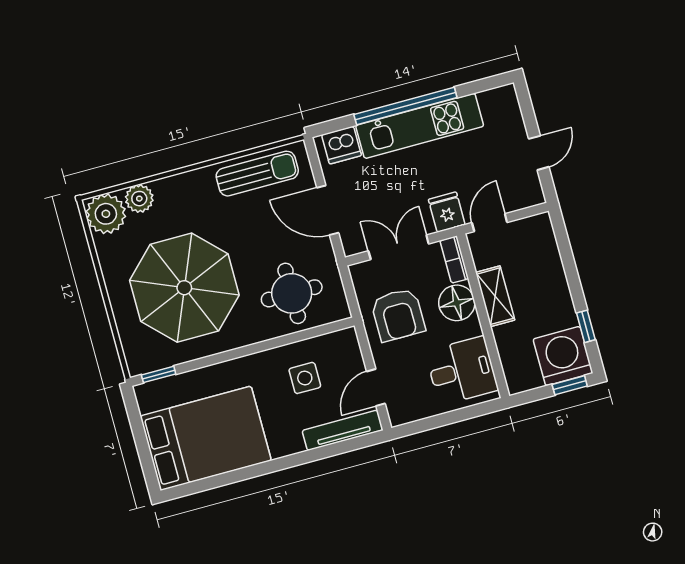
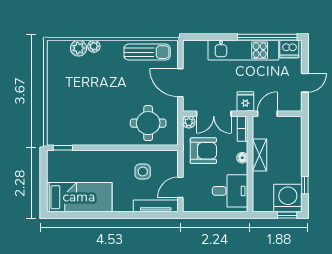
window: (405, 106) -> (267, 37), moved
dishwasher: (341, 145) -> (289, 49), moved
plant: (106, 214) -> (94, 46), moved, width x0.53, depth x0.53
double door: (399, 247) -> (214, 114), swing flipped
plant: (360, 273) -> (189, 122), added
parasol: (184, 288) -> (90, 104), removed
floor lamp: (457, 303) -> (242, 158), width x0.53, depth x0.53
armchair: (398, 315) -> (203, 151), turned -90
bed: (206, 438) -> (79, 197), width x0.67

